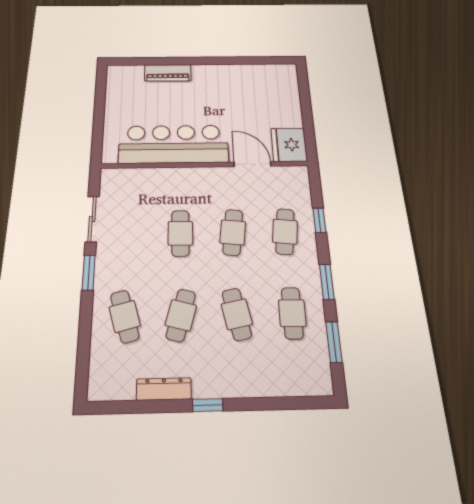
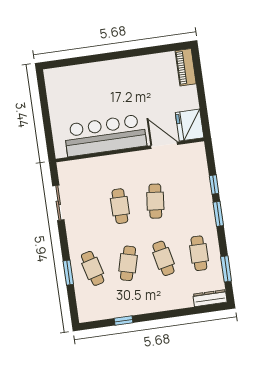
piano: (168, 73) -> (186, 67), moved, turned 90
cafe table: (285, 232) -> (191, 196), removed
window: (89, 272) -> (68, 273), moved
window: (327, 282) -> (218, 214), moved
dresser: (164, 389) -> (210, 298), moved
window: (208, 405) -> (123, 321), moved

